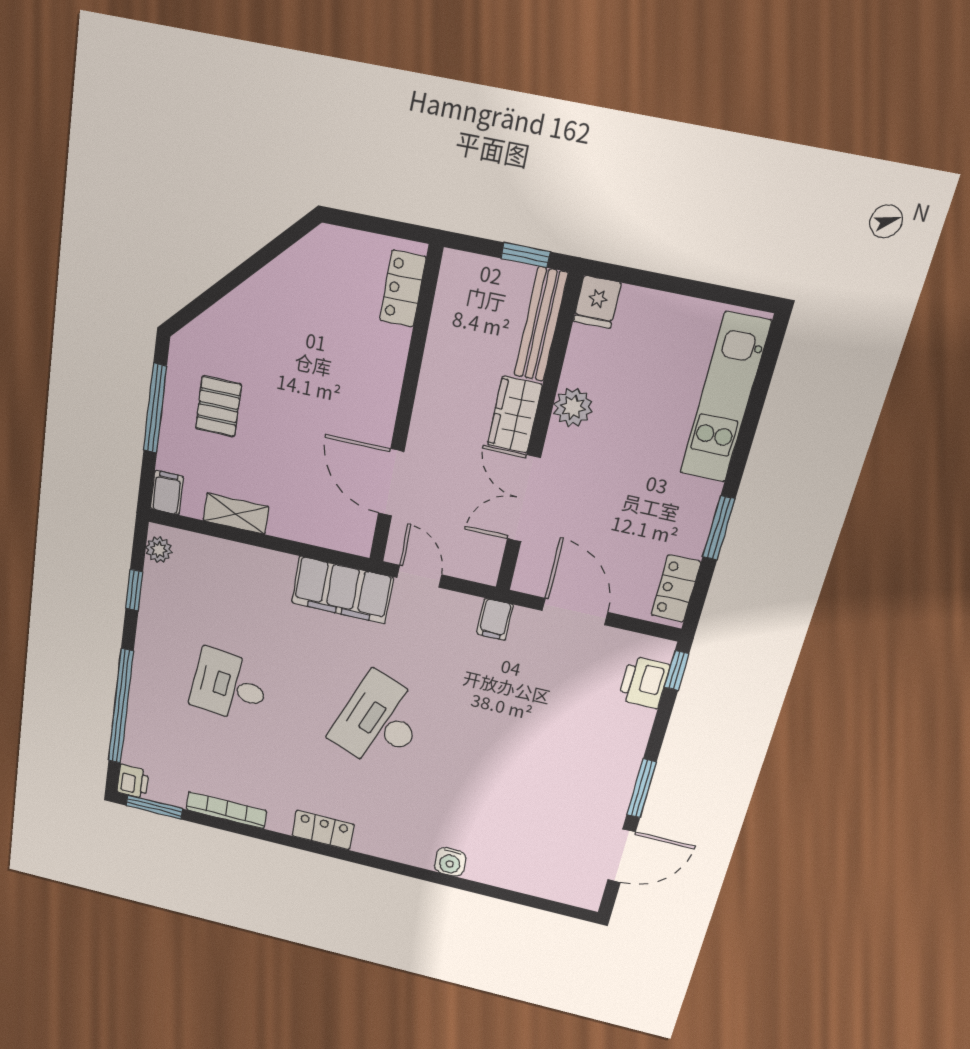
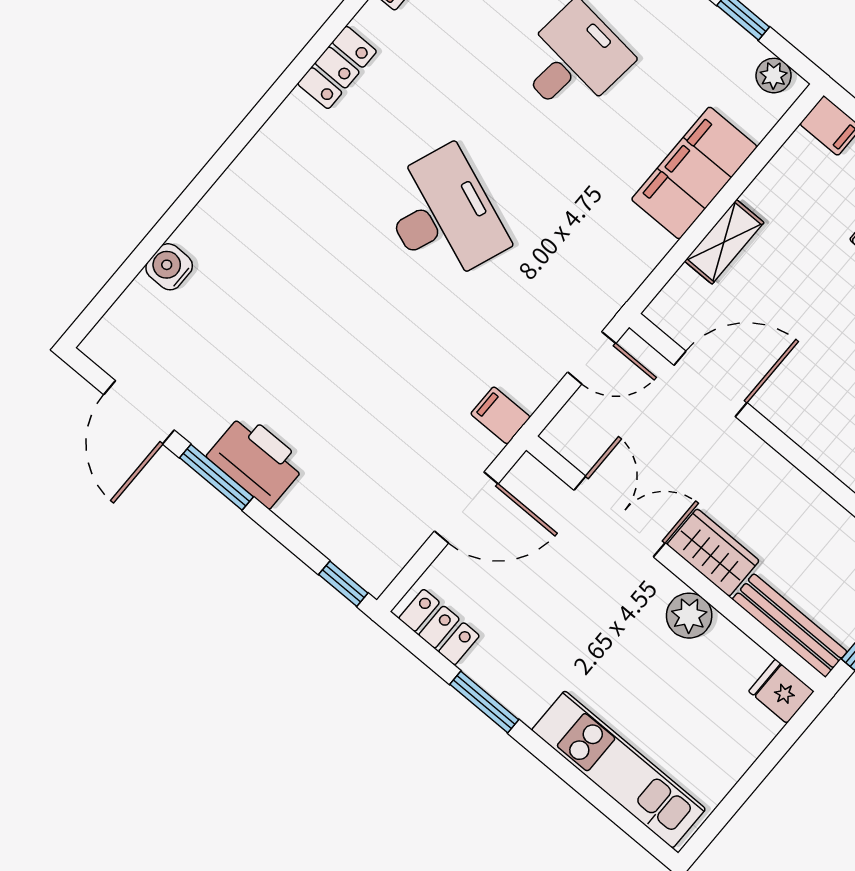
shelving: (236, 514) -> (724, 242), moved
filing cabinet: (342, 590) -> (694, 173), moved
printer: (644, 682) -> (257, 460), moved, width x1.37, depth x1.19
water cooler: (450, 862) -> (169, 267), moved

